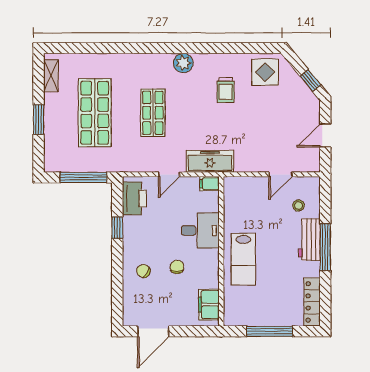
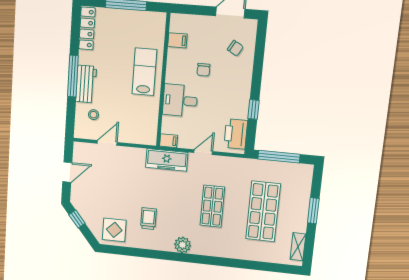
chair: (143, 271) -> (235, 48), moved
filing cabinet: (209, 305) -> (177, 40), width x0.50

